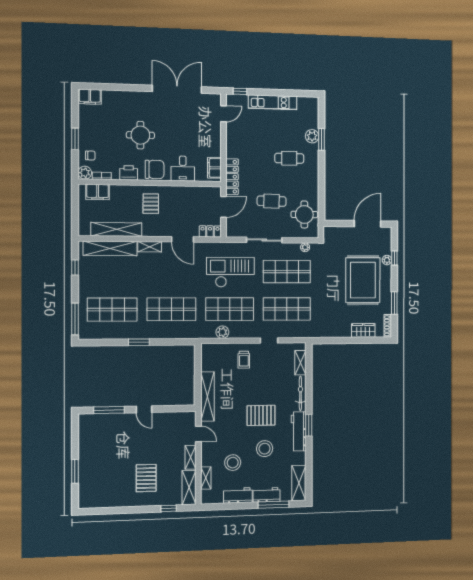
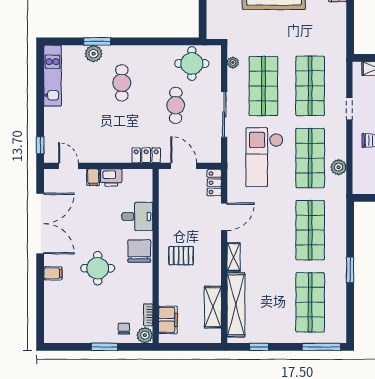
double door: (177, 89) -> (40, 224), swing flipped
filing cabinet: (90, 97) -> (53, 273), moved, width x0.50
kitchen unit: (273, 102) -> (53, 76), moved
filing cabinet: (214, 168) -> (93, 177), moved, width x0.50
printer: (129, 173) -> (111, 178), moved, turned -90
locker: (232, 177) -> (146, 155), width x0.66
shelving: (116, 229) -> (213, 307), width x0.68

